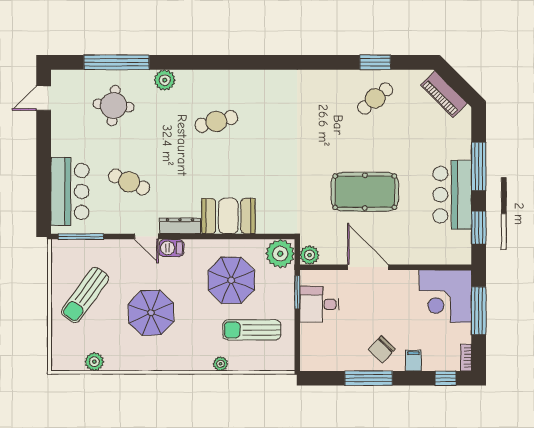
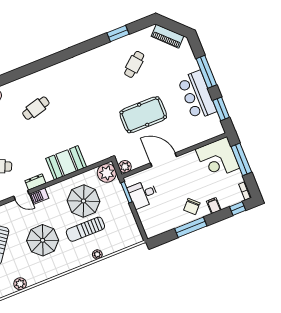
cafe table: (375, 98) -> (134, 64), moved
dresser: (180, 226) -> (35, 182), width x0.70
sun lounger: (252, 330) -> (85, 229), moved

